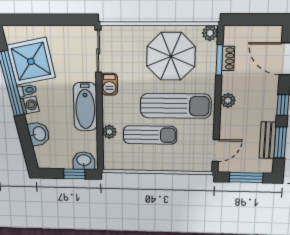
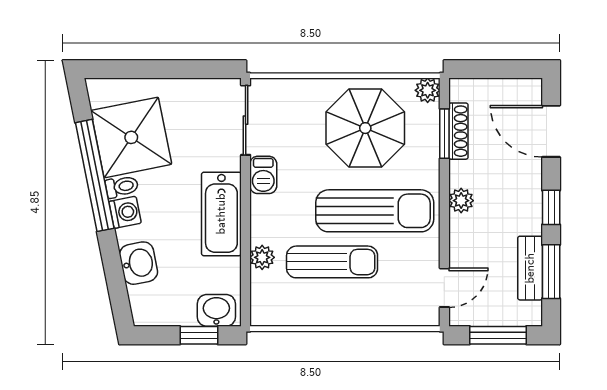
shoe rack: (228, 58) -> (458, 131), width x1.43

